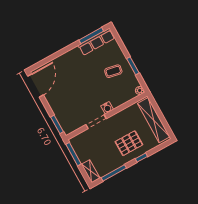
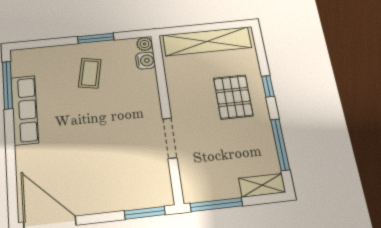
row of seats: (96, 42) -> (25, 110), moved
water cooler: (107, 108) -> (145, 61), moved

